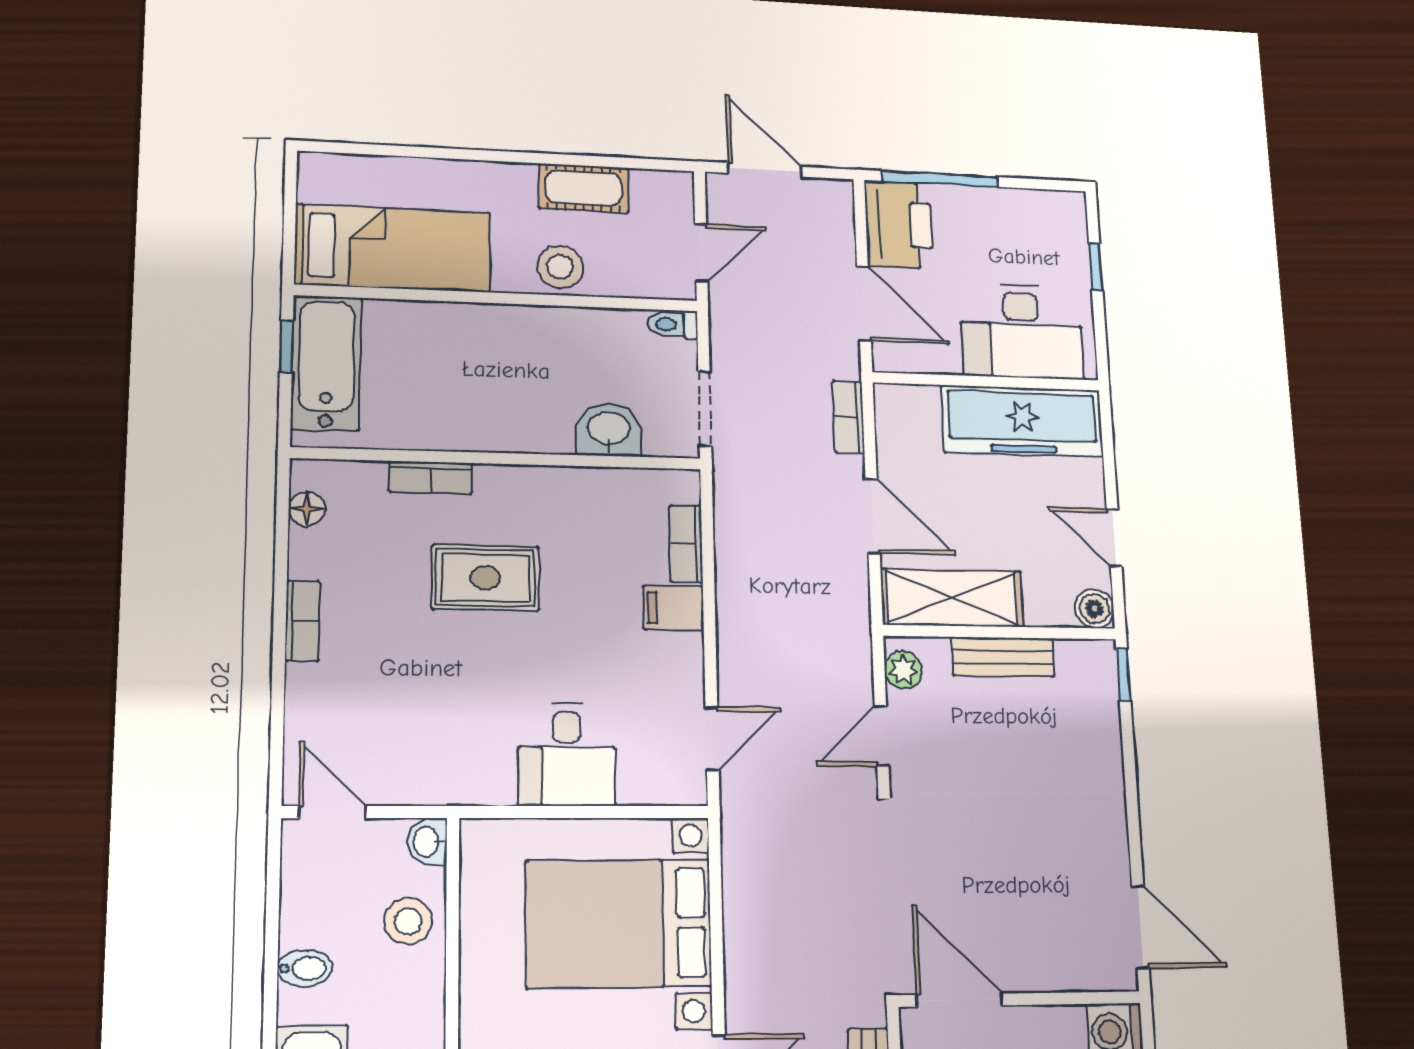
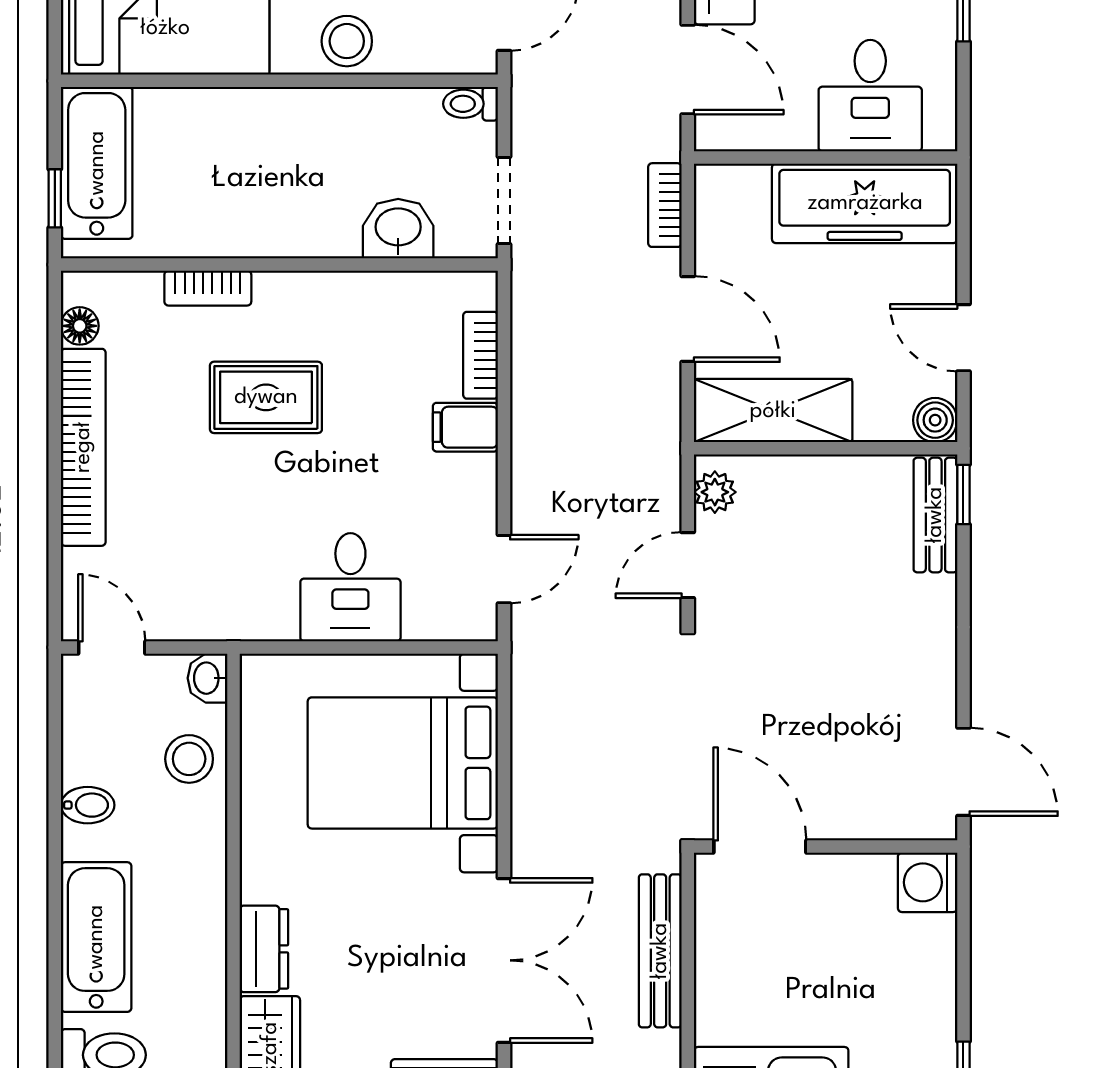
desk: (1022, 331) -> (870, 96), width x0.73
window: (286, 347) -> (55, 198), moved
bookcase: (303, 621) -> (83, 447), width x2.31, depth x1.31
bench: (1003, 657) -> (935, 515), moved, turned 90

